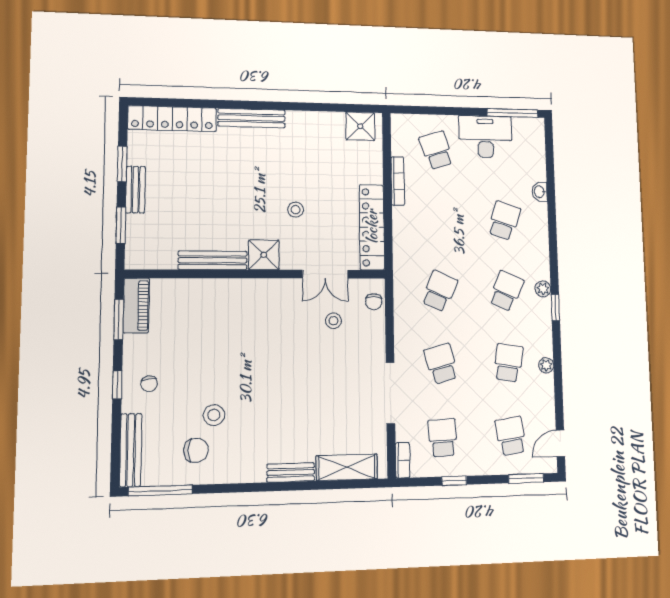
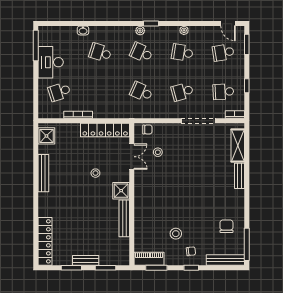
bench: (252, 118) -> (43, 173), moved
stool: (214, 415) -> (176, 234), moved

